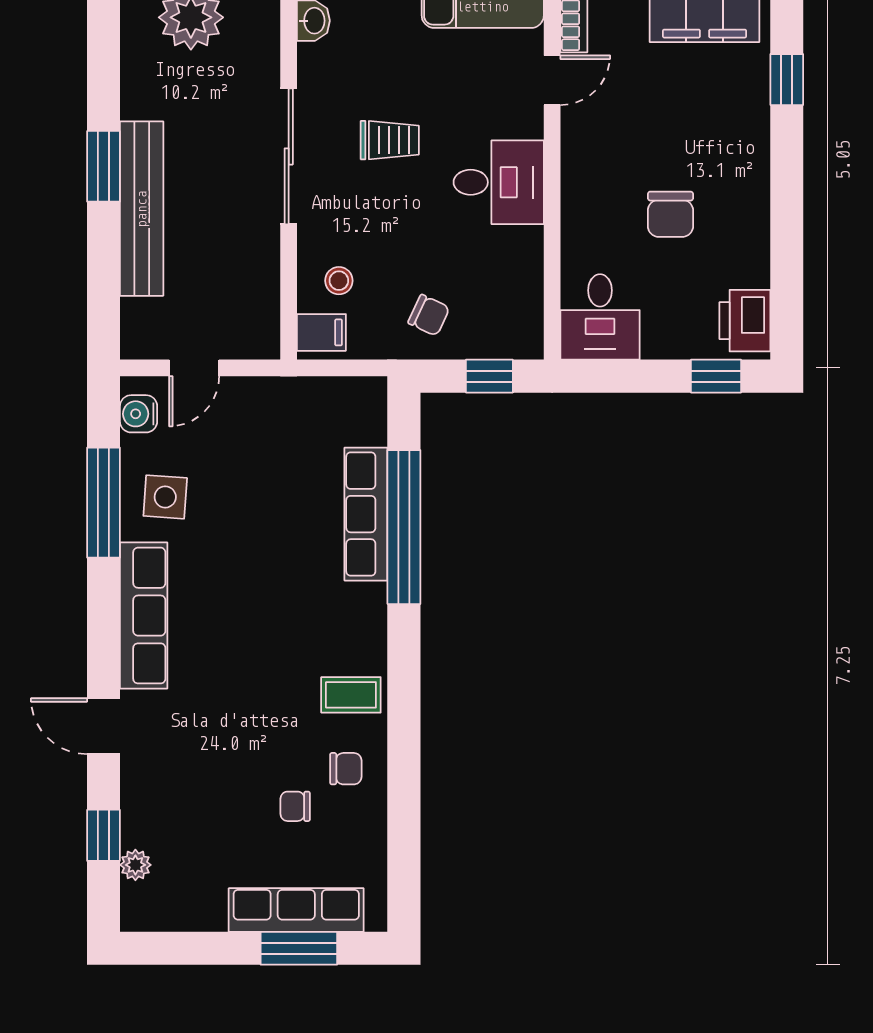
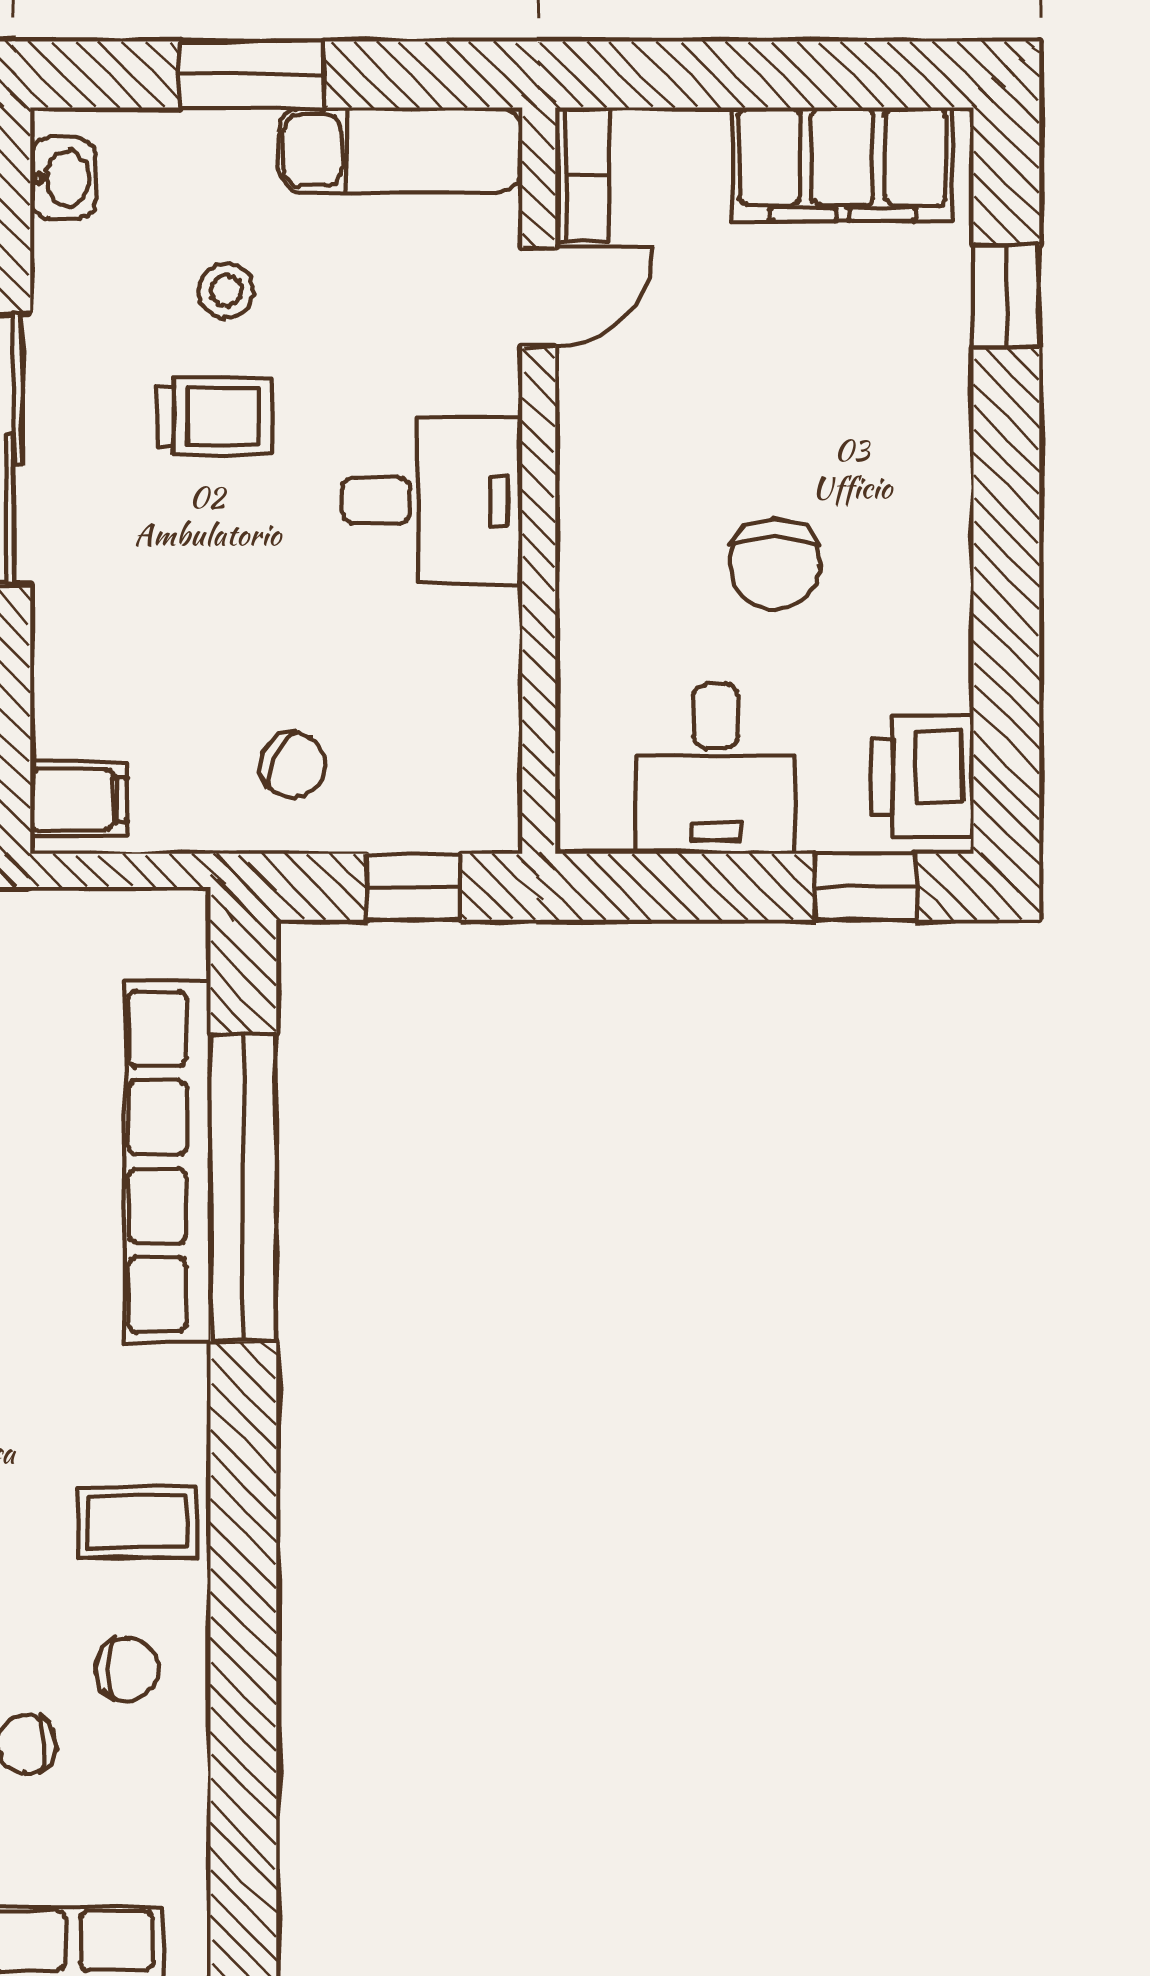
stool: (339, 281) -> (226, 291), moved
desk: (600, 317) -> (715, 769), moved
row of seats: (366, 514) -> (168, 1162), width x1.36

